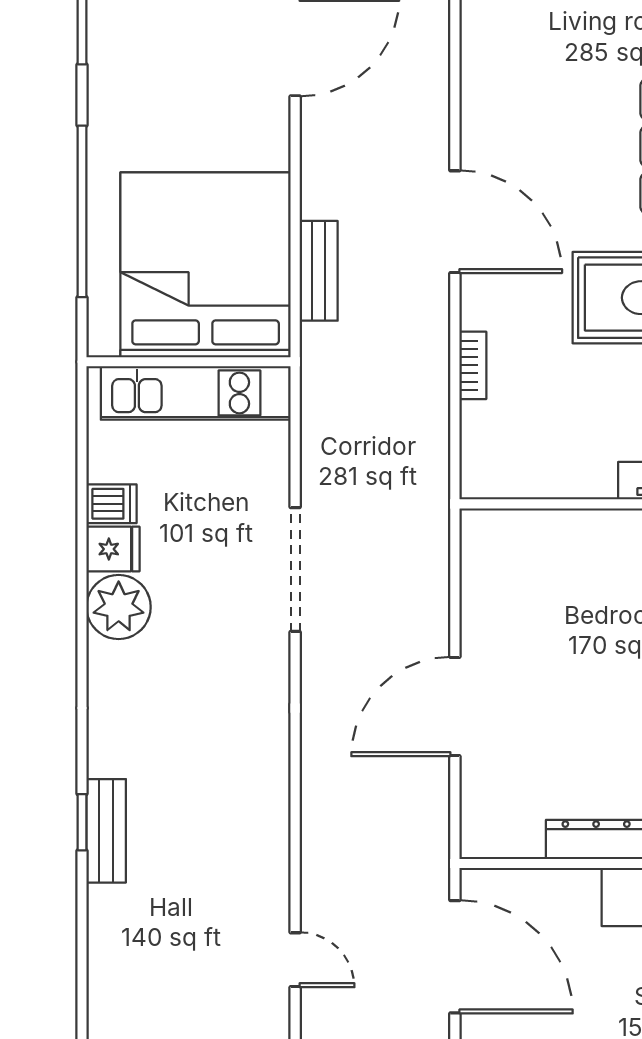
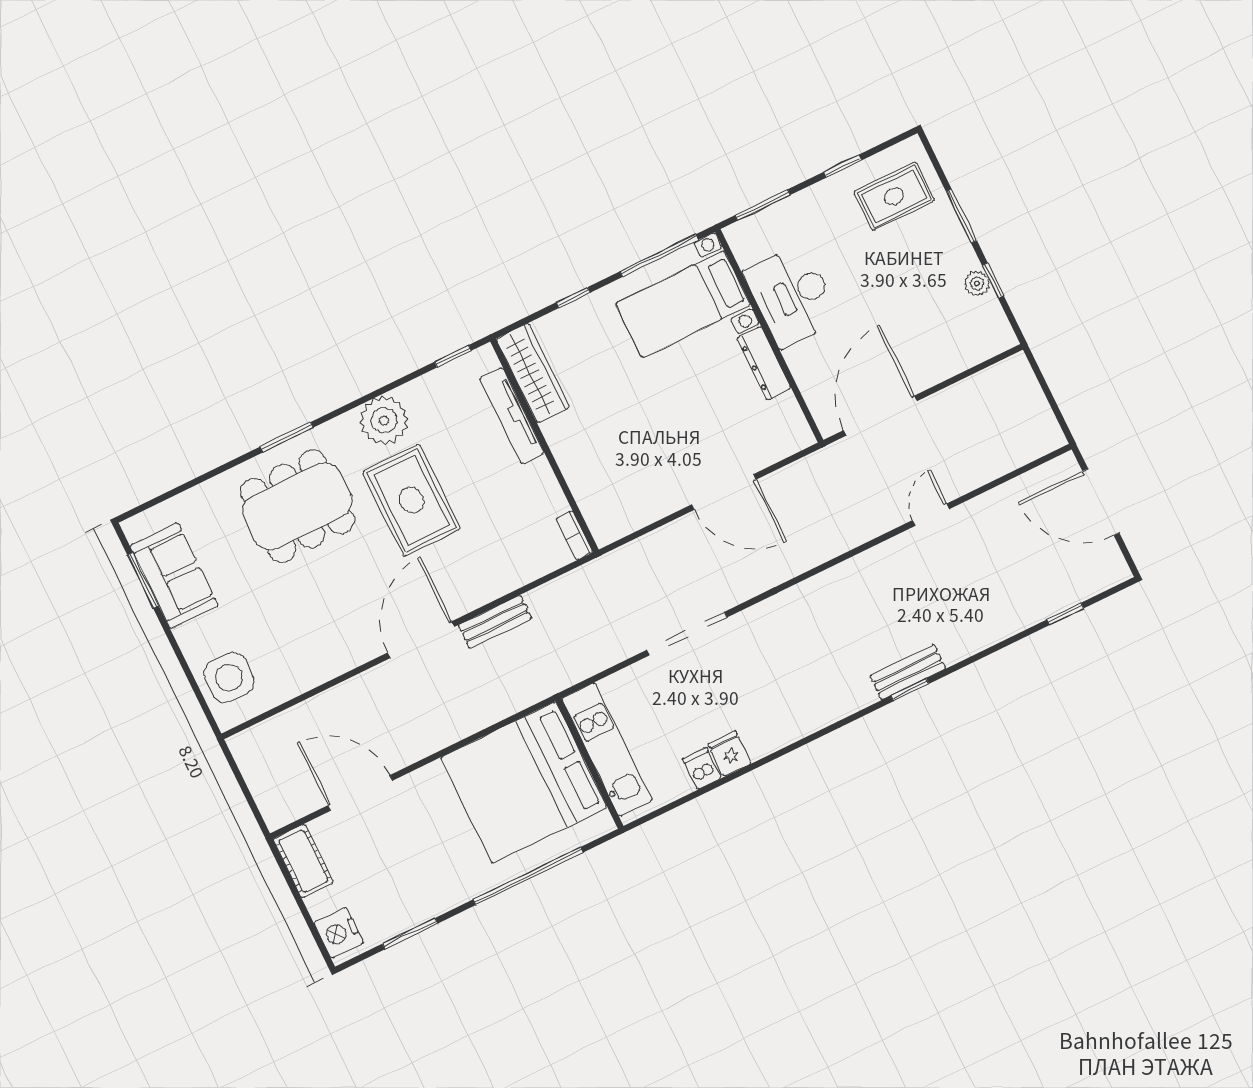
bench: (319, 271) -> (495, 622), moved
bookcase: (473, 365) -> (574, 535), moved, turned -90
plant: (119, 607) -> (764, 733), removed

